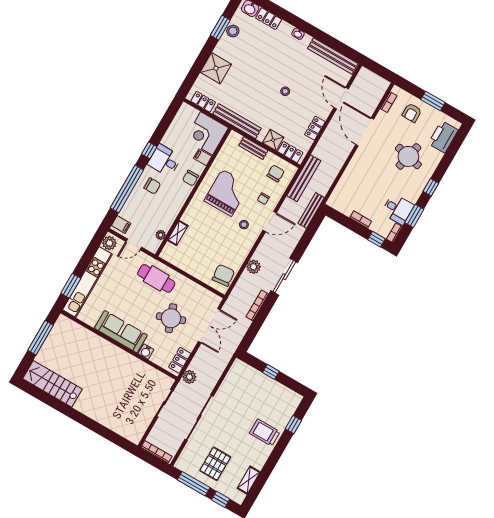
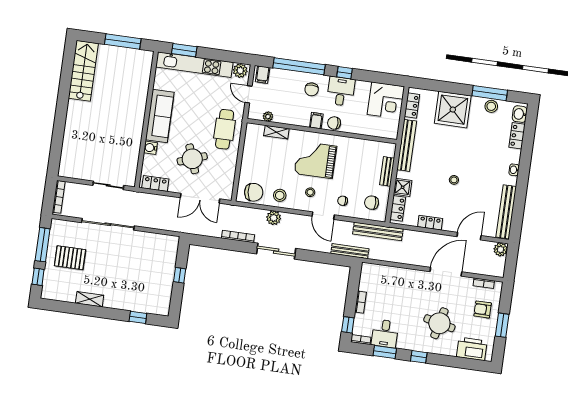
window: (220, 28) -> (490, 93), width x1.44
shower: (216, 68) -> (453, 110), width x1.37, depth x1.37
corner desk: (207, 133) -> (386, 100), moved, turned 180
filing cabinet: (203, 157) -> (316, 121), moved
chair: (276, 173) -> (372, 203), turned 180
grand piano: (227, 193) -> (315, 160), moved, turned 180
stool: (236, 253) -> (280, 195), added
plant: (189, 377) -> (501, 249), moved
trolley: (265, 433) -> (119, 293), removed
shelving: (249, 480) -> (90, 299), moved

